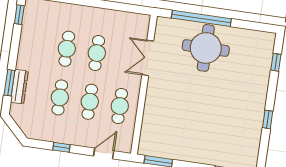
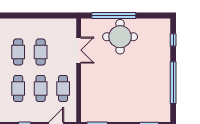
double door: (148, 58) -> (79, 50), swing flipped
window: (268, 119) -> (173, 83), width x3.17

